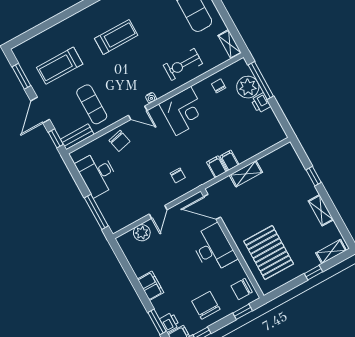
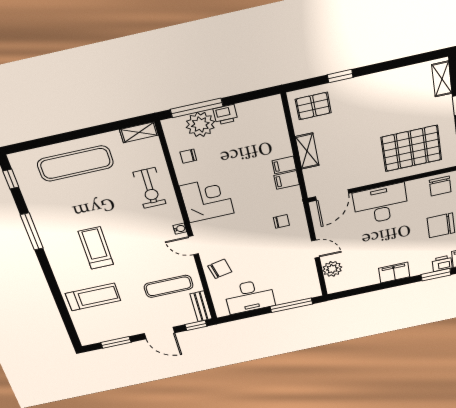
treadmill: (60, 66) -> (93, 297), moved, turned -90
door: (138, 113) -> (193, 245), swing flipped
pallet: (285, 165) -> (313, 106), added
shelving: (321, 210) -> (386, 78), removed

